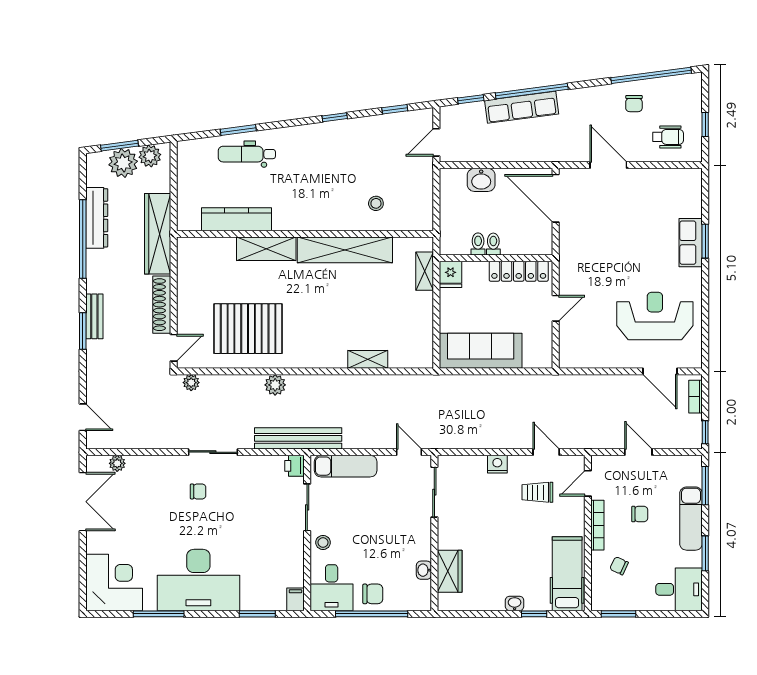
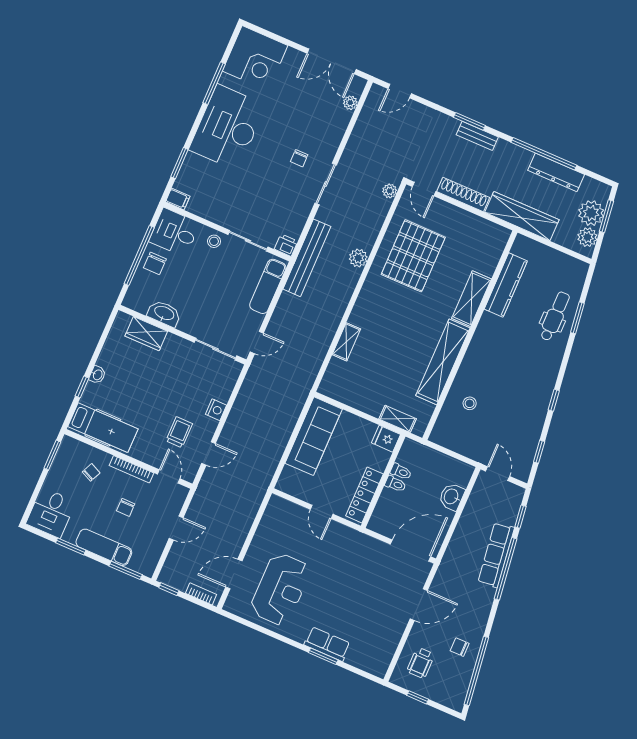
washbasin: (424, 570) -> (164, 313), width x1.91, depth x1.45

